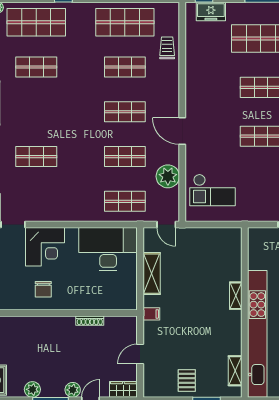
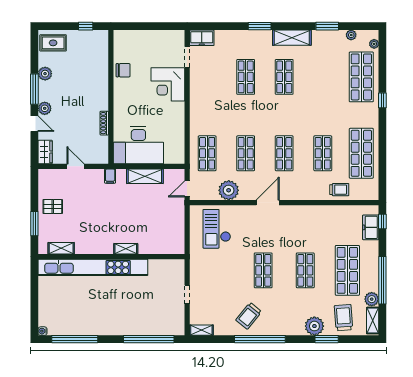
shop shelf: (36, 67) -> (284, 77), moved
desk: (108, 249) -> (138, 145), moved, turned 90
chair: (43, 289) -> (123, 70), moved, turned 180

